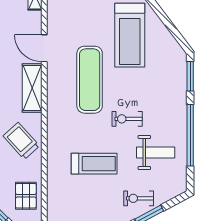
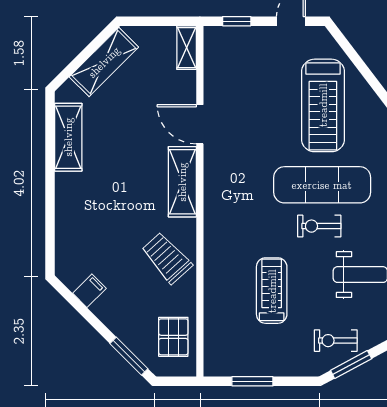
exercise mat: (90, 80) -> (322, 185), moved, turned 90
treadmill: (94, 164) -> (272, 291), turned -90

